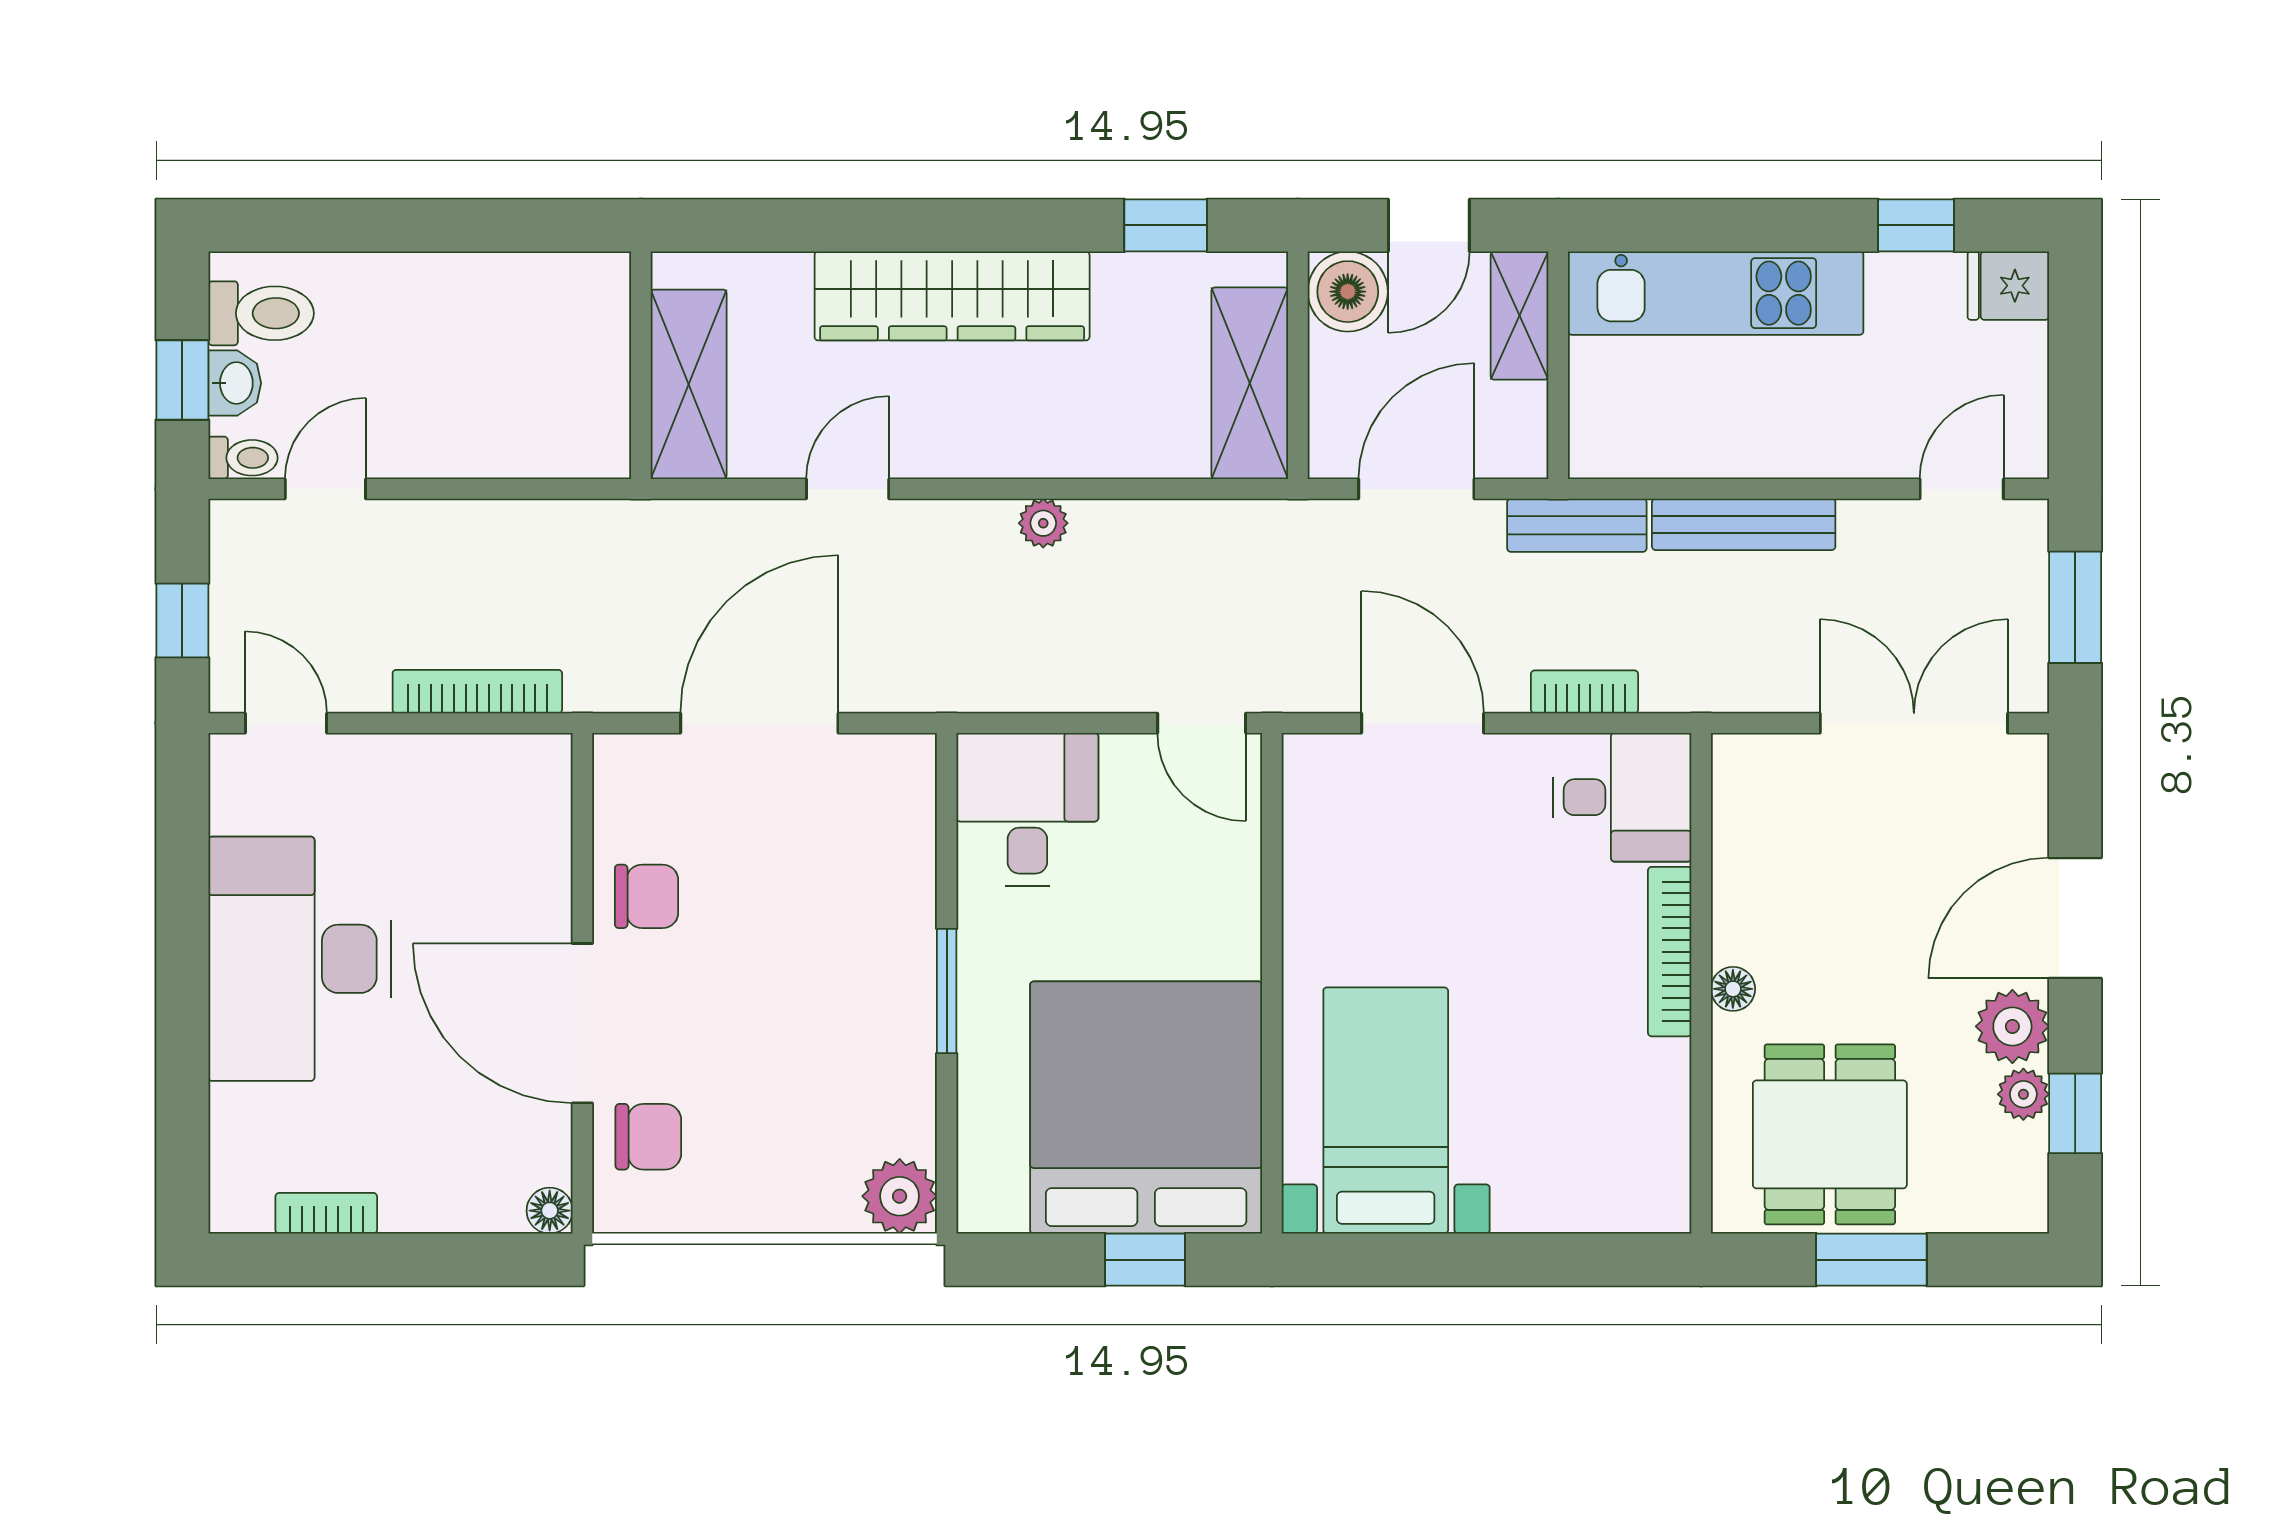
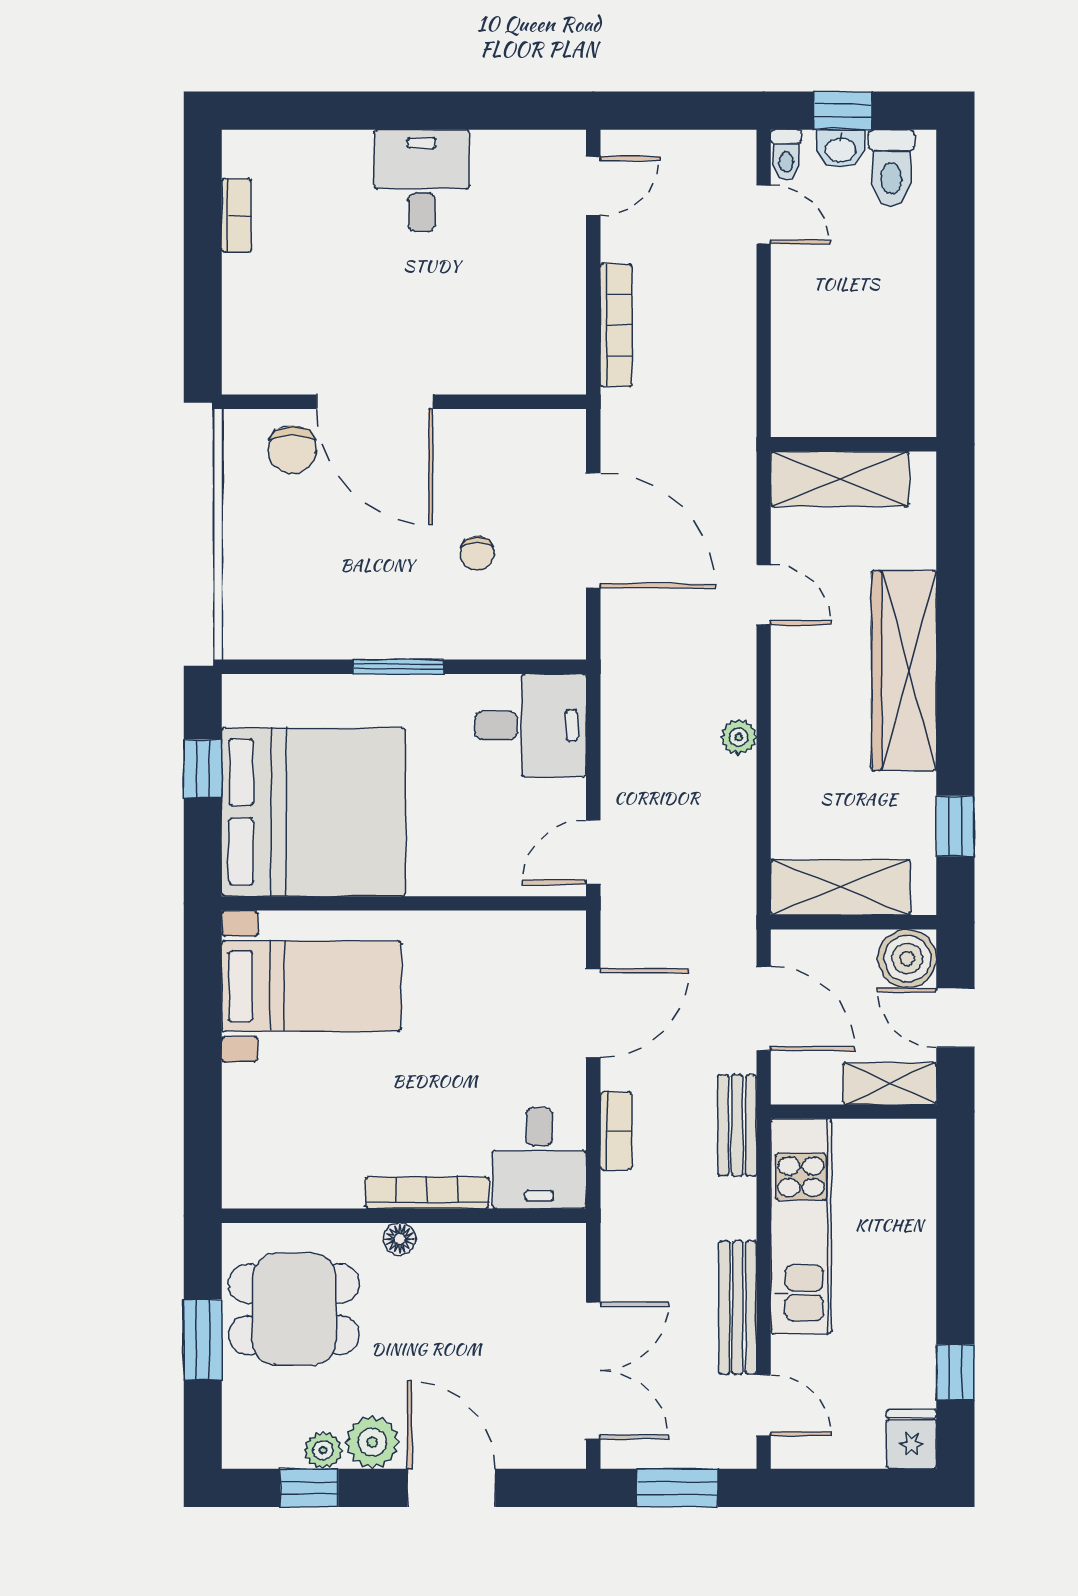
kitchen unit: (1716, 293) -> (801, 1226), moved, turned 180
bench: (1744, 524) -> (738, 1308), moved
window: (182, 621) -> (668, 111), removed
chair: (647, 896) -> (477, 553), moved, width x0.73, depth x0.73
desk: (300, 959) -> (422, 181), width x0.53, depth x0.77
door: (582, 1023) -> (375, 402), swing flipped
plant: (900, 1196) -> (249, 632), removed
floor lamp: (550, 1211) -> (238, 378), removed
window: (1145, 1260) -> (203, 769), moved

